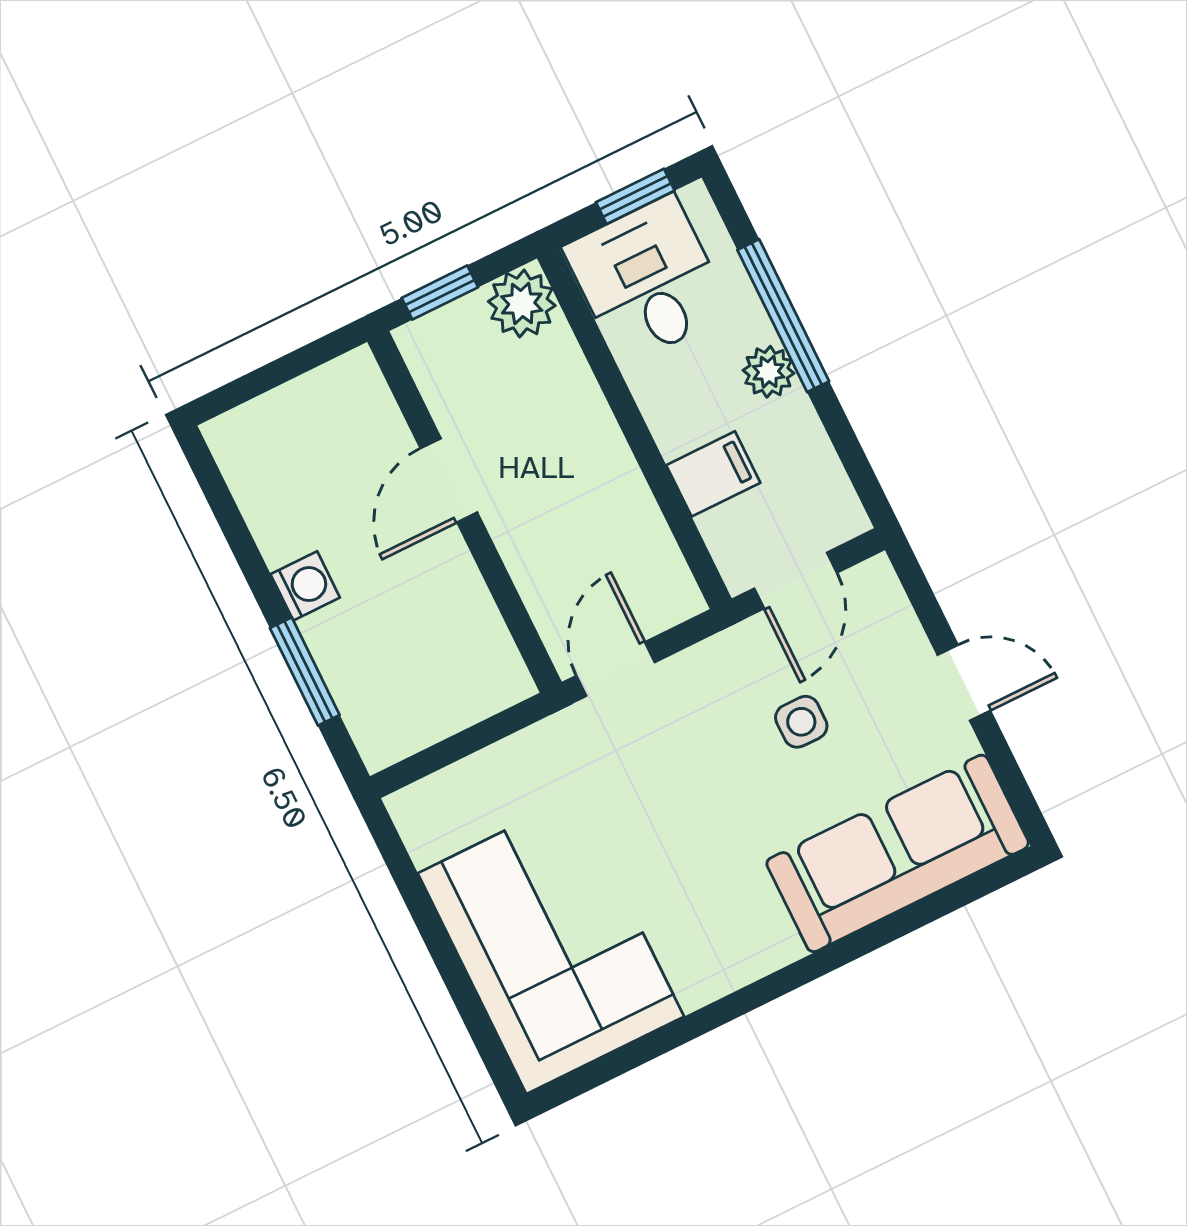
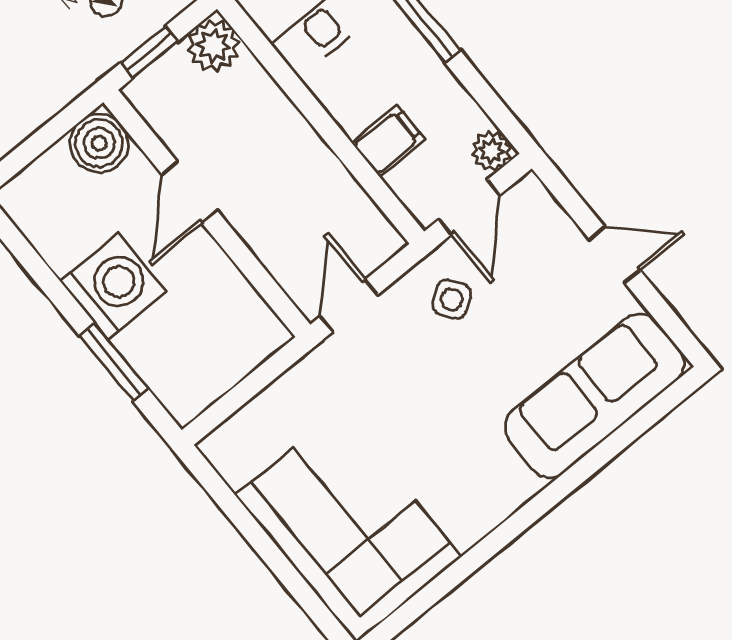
plant: (769, 372) -> (492, 151), moved
boiler: (350, 392) -> (99, 143), added
washing machine: (305, 586) -> (113, 286), width x1.89, depth x1.89
side table: (801, 722) -> (452, 299), moved, turned -33

